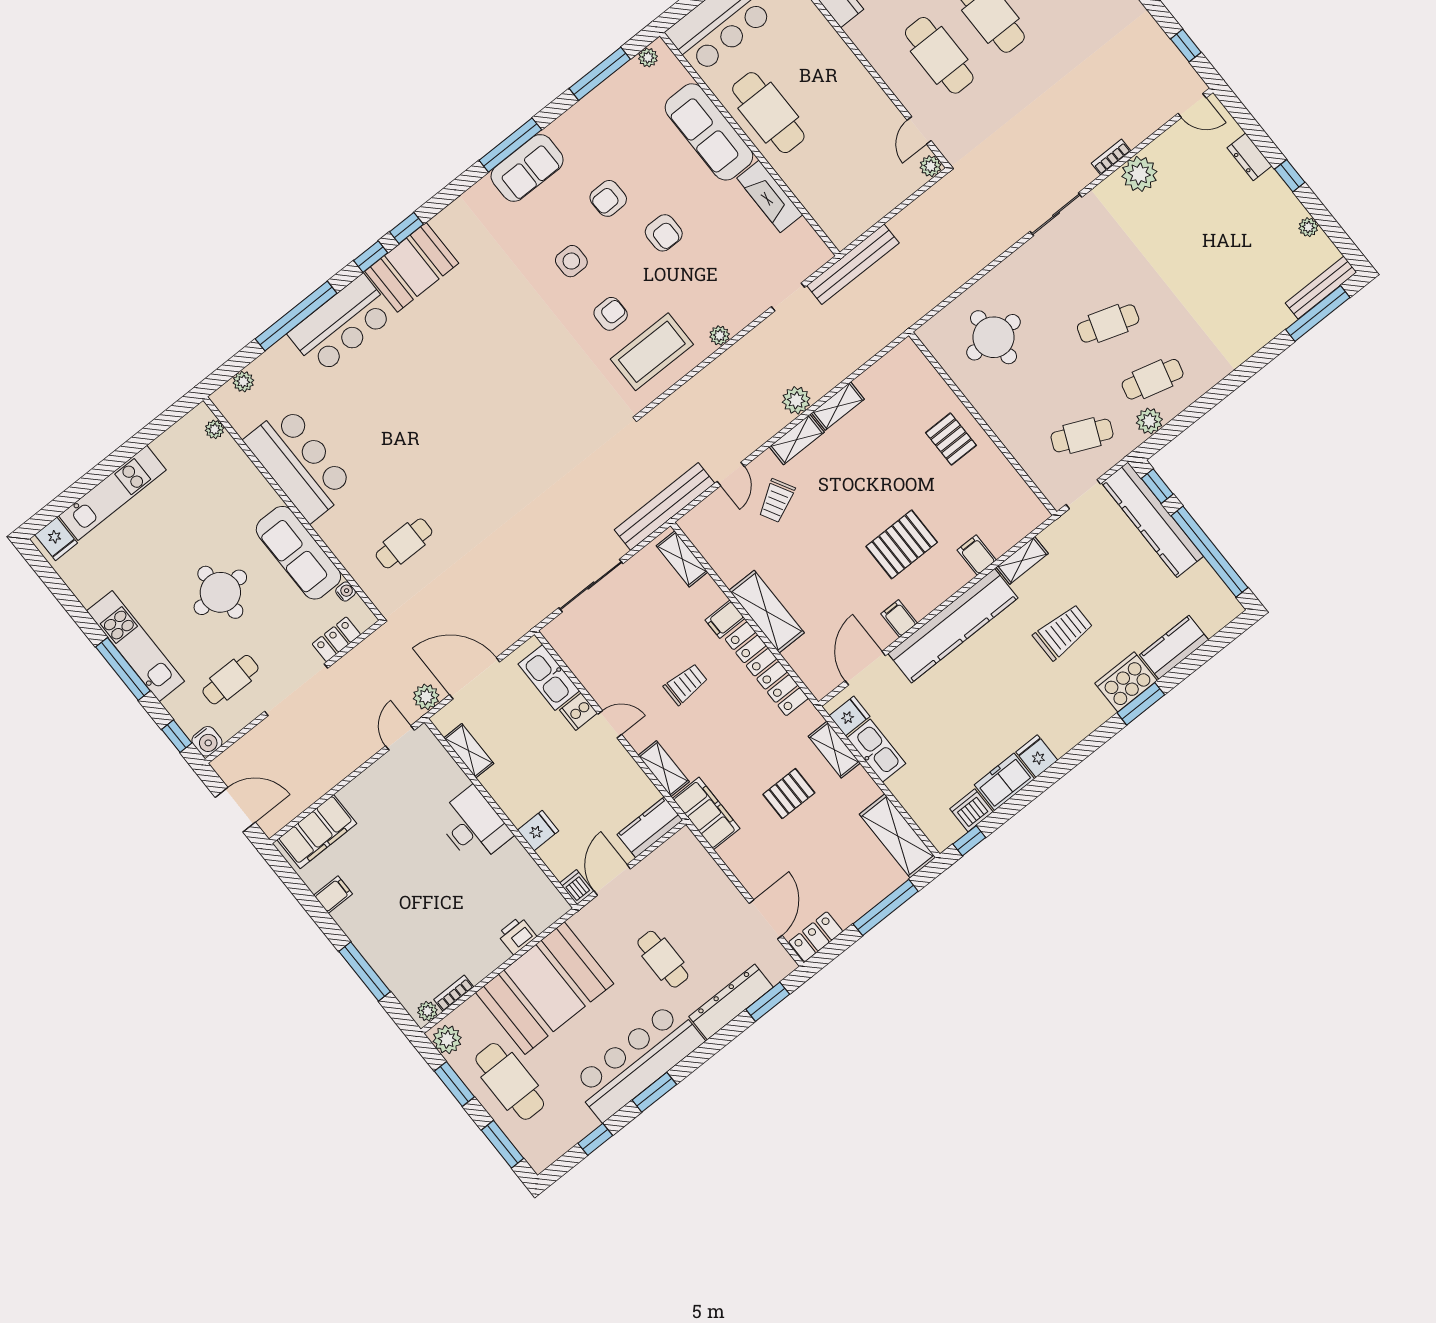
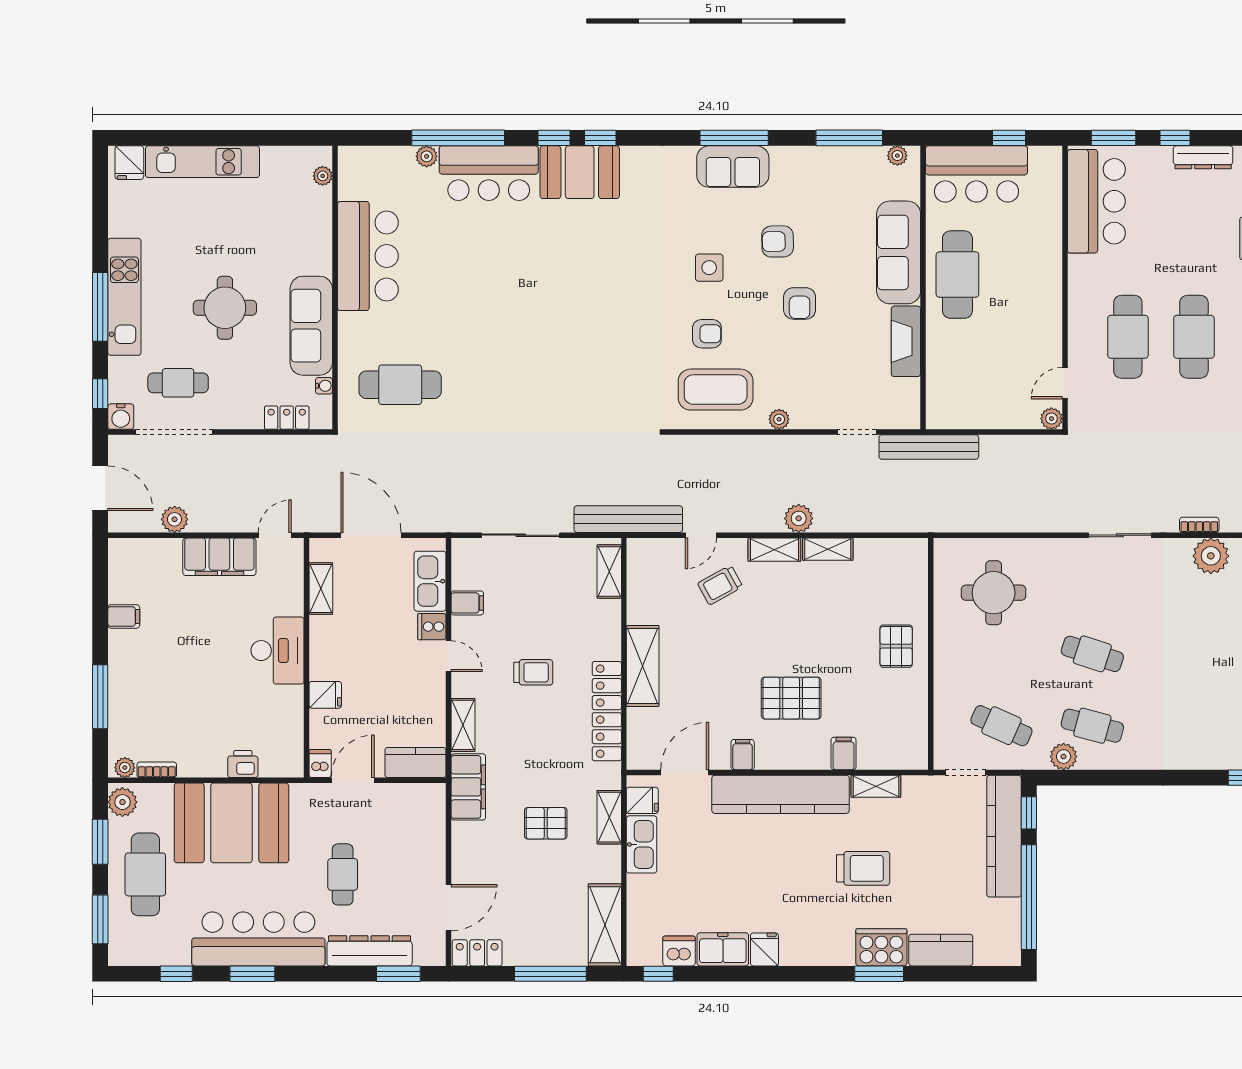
plant: (243, 382) -> (427, 156), moved
cafe table: (404, 543) -> (400, 385), width x1.37, depth x1.35
filing cabinet: (725, 619) -> (467, 603), moved, turned 180
doorway: (296, 690) -> (174, 432), moved
plant: (426, 697) -> (175, 519), moved
filing cabinet: (317, 832) -> (219, 557), moved

